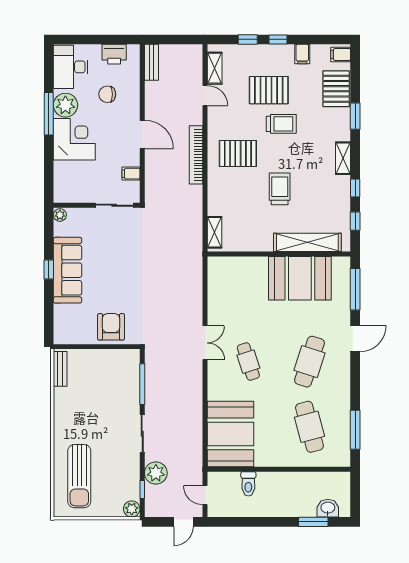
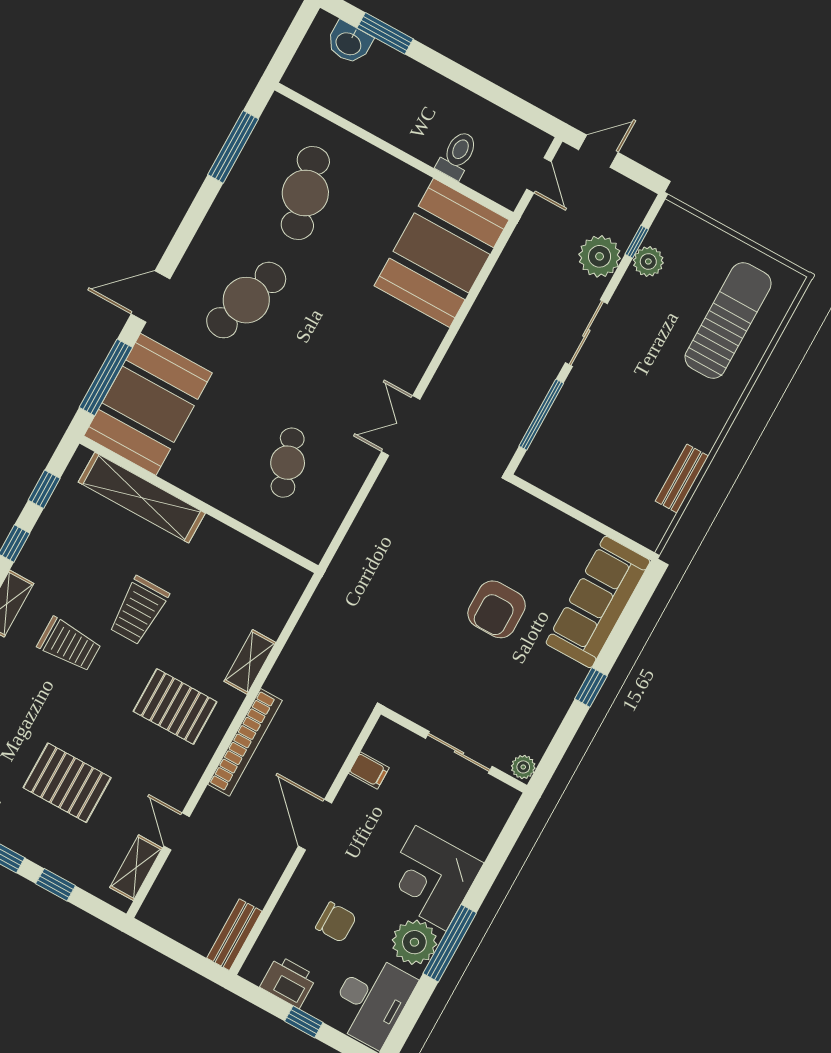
window: (97, 39) -> (304, 1022), added
trolley: (281, 124) -> (69, 645), moved, turned 180
sliding door: (114, 205) -> (459, 752), moved
shelving: (215, 232) -> (250, 662), moved
sofa: (67, 270) -> (598, 602), moved
booth: (300, 278) -> (148, 404), moved, turned 90
armchair: (111, 327) -> (497, 609), moved
cafe table: (248, 362) -> (288, 463), moved
bench: (60, 369) -> (682, 479), moved
plant: (132, 509) -> (648, 261), moved

